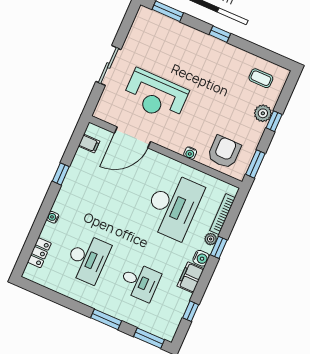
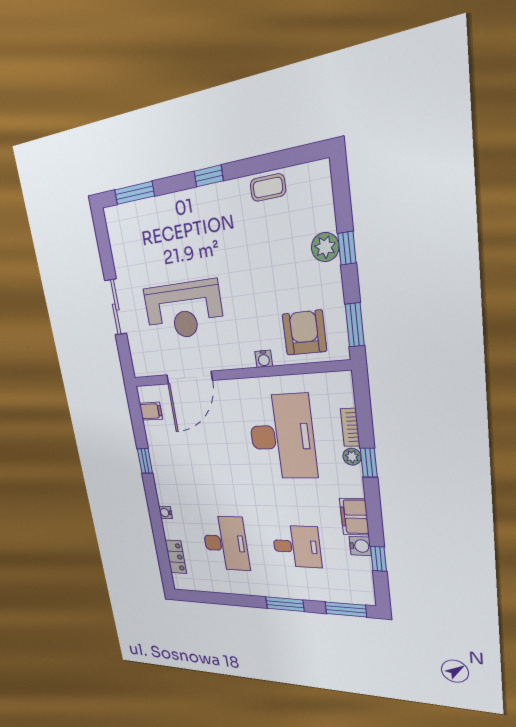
coffee table: (261, 78) -> (268, 188), moved
bookcase: (222, 214) -> (350, 427), width x0.64
water cooler: (201, 258) -> (360, 546), moved

